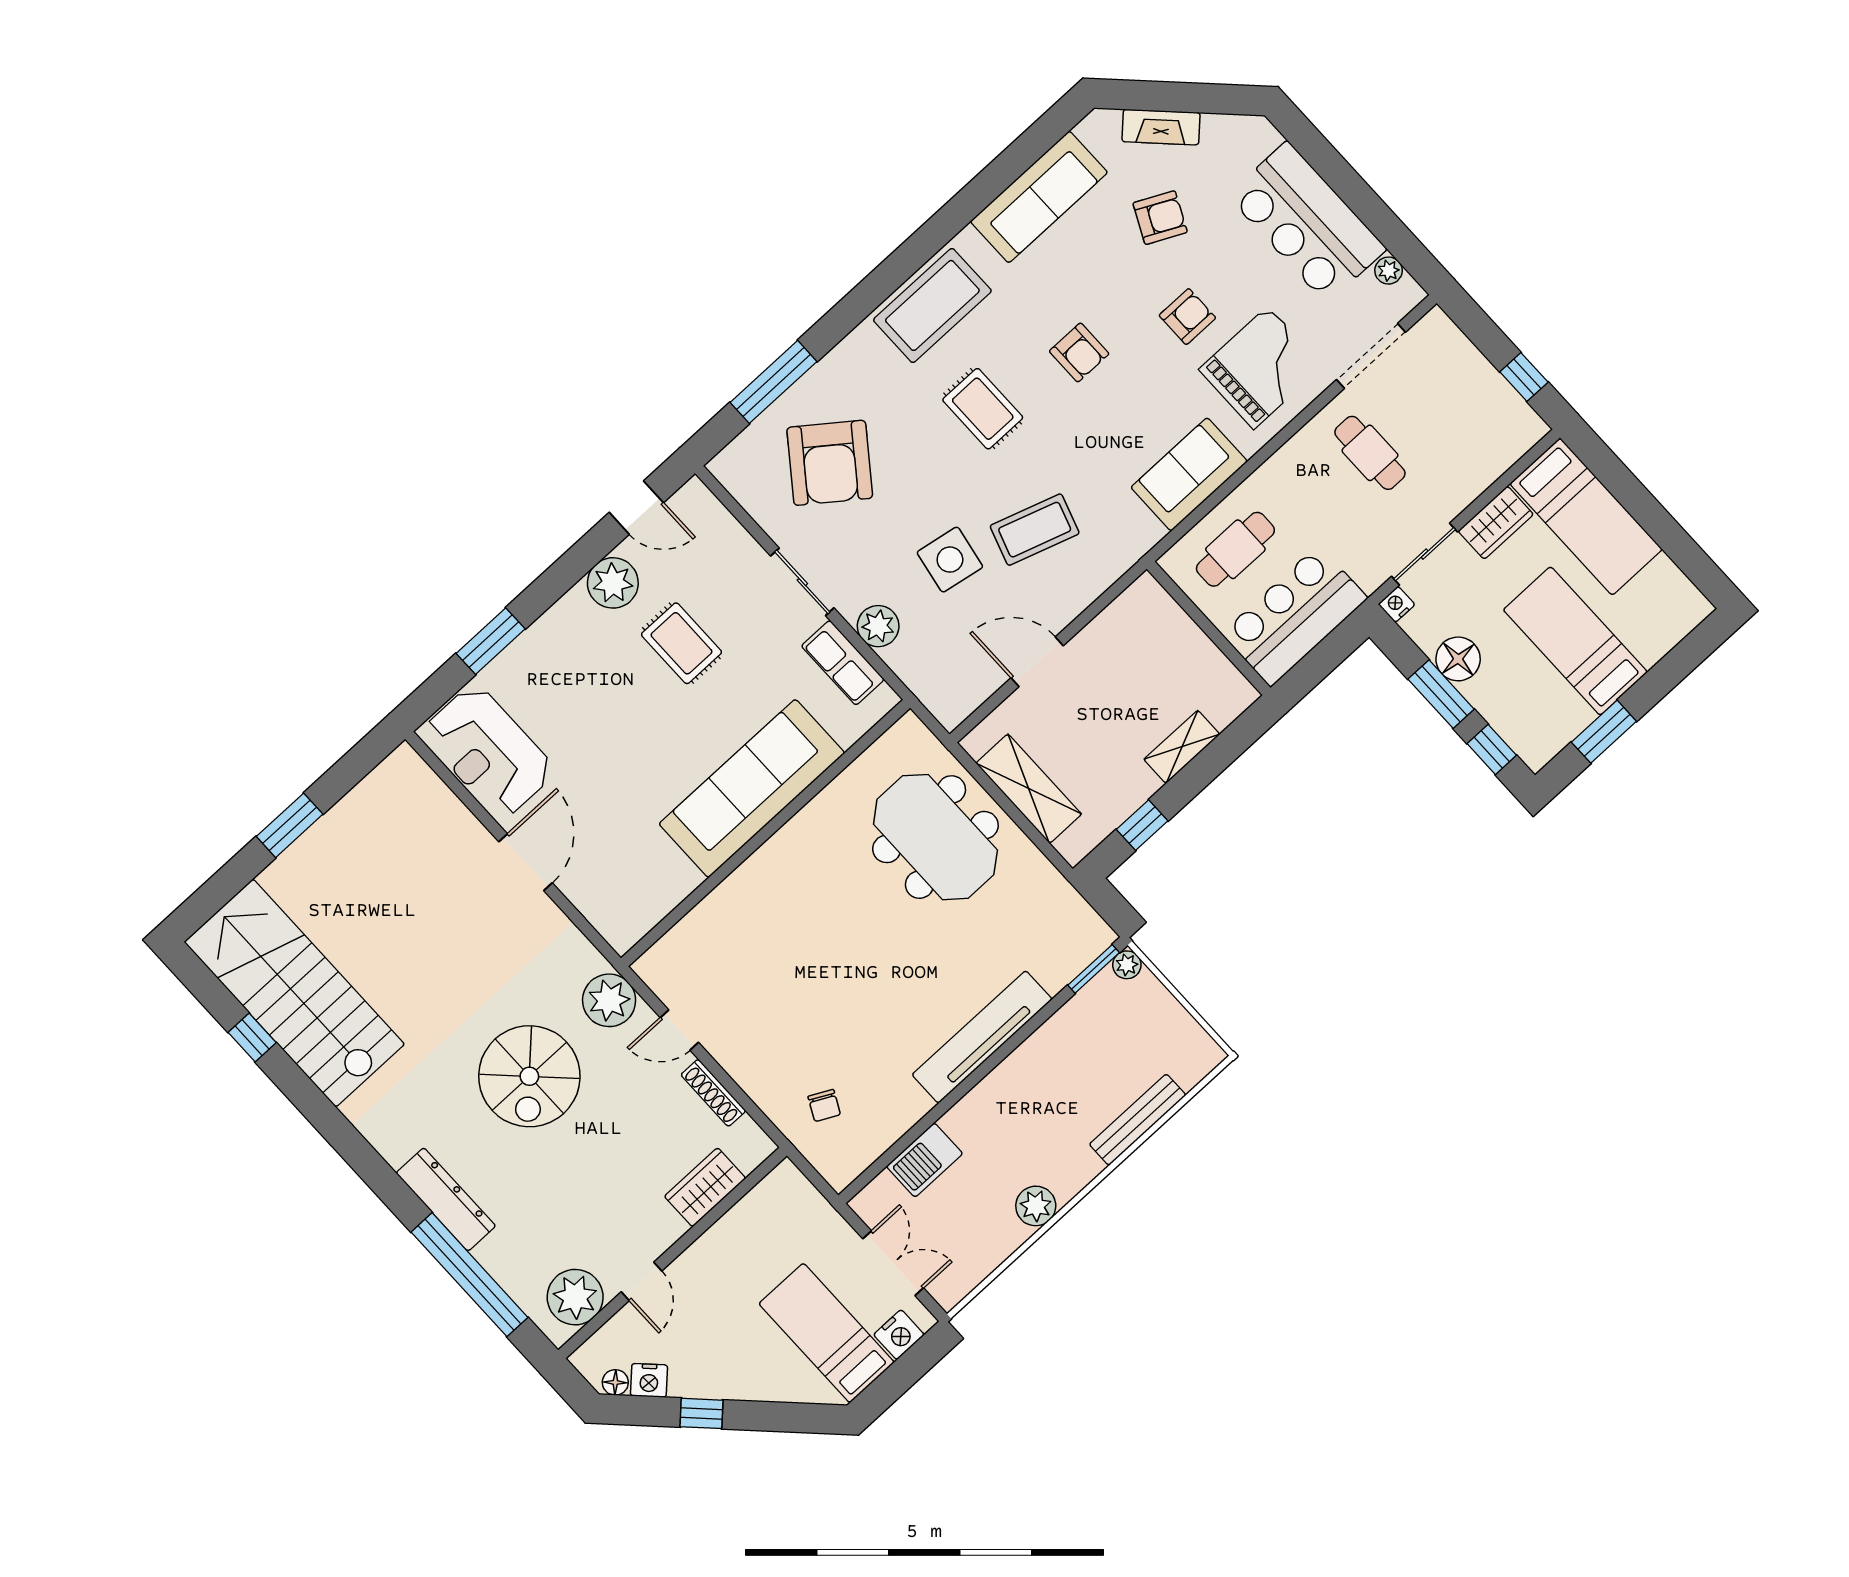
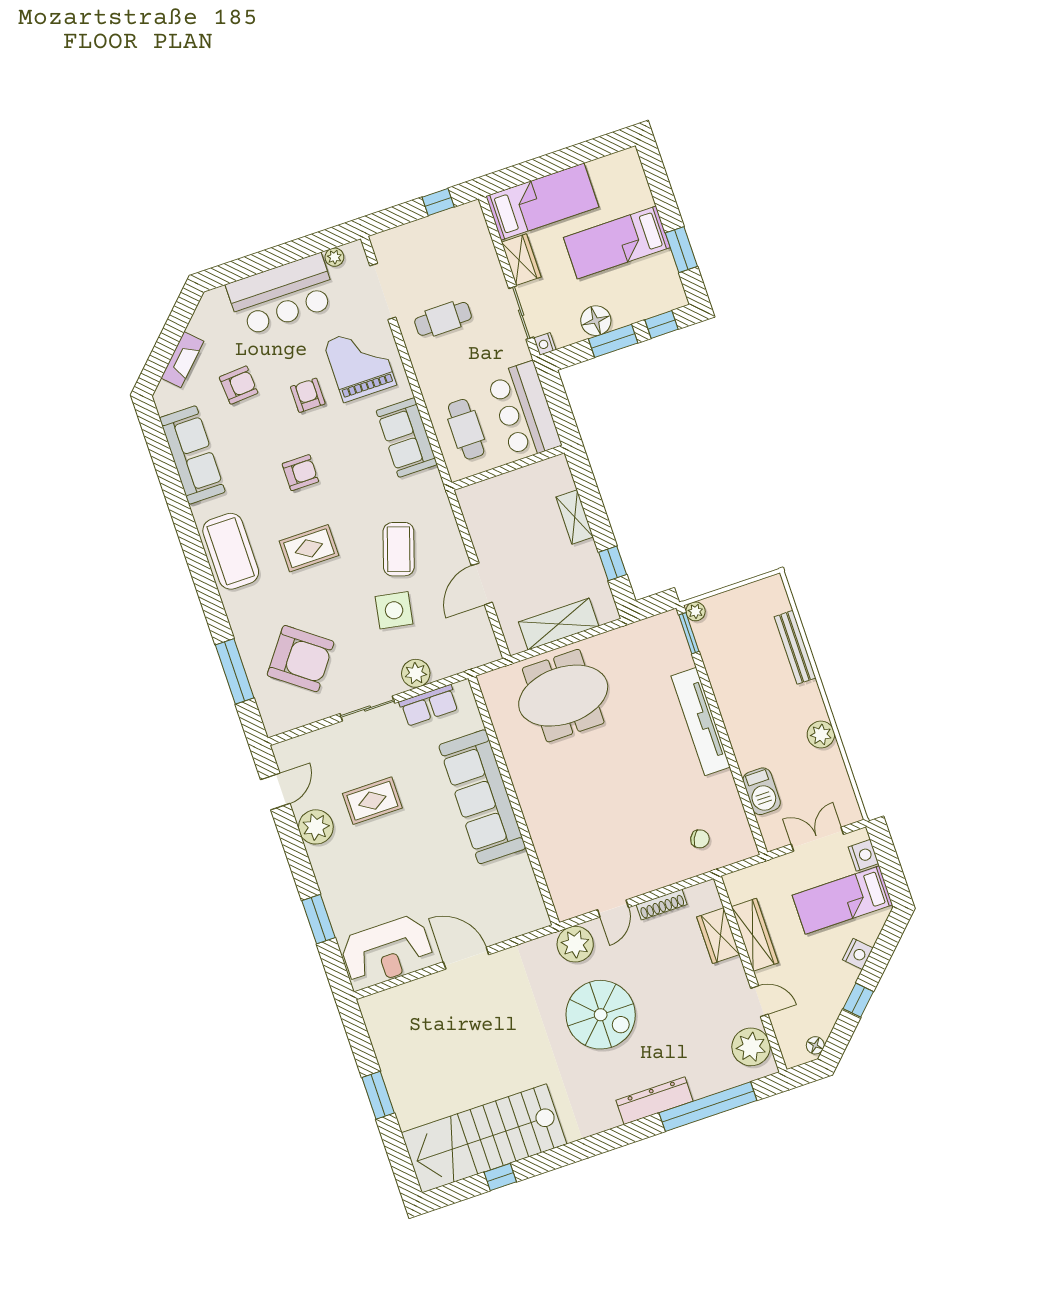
armchair: (1160, 218) -> (239, 385), turned 60
wardrobe: (728, 1236) -> (755, 935), added
nightstand: (649, 1380) -> (858, 954), moved

